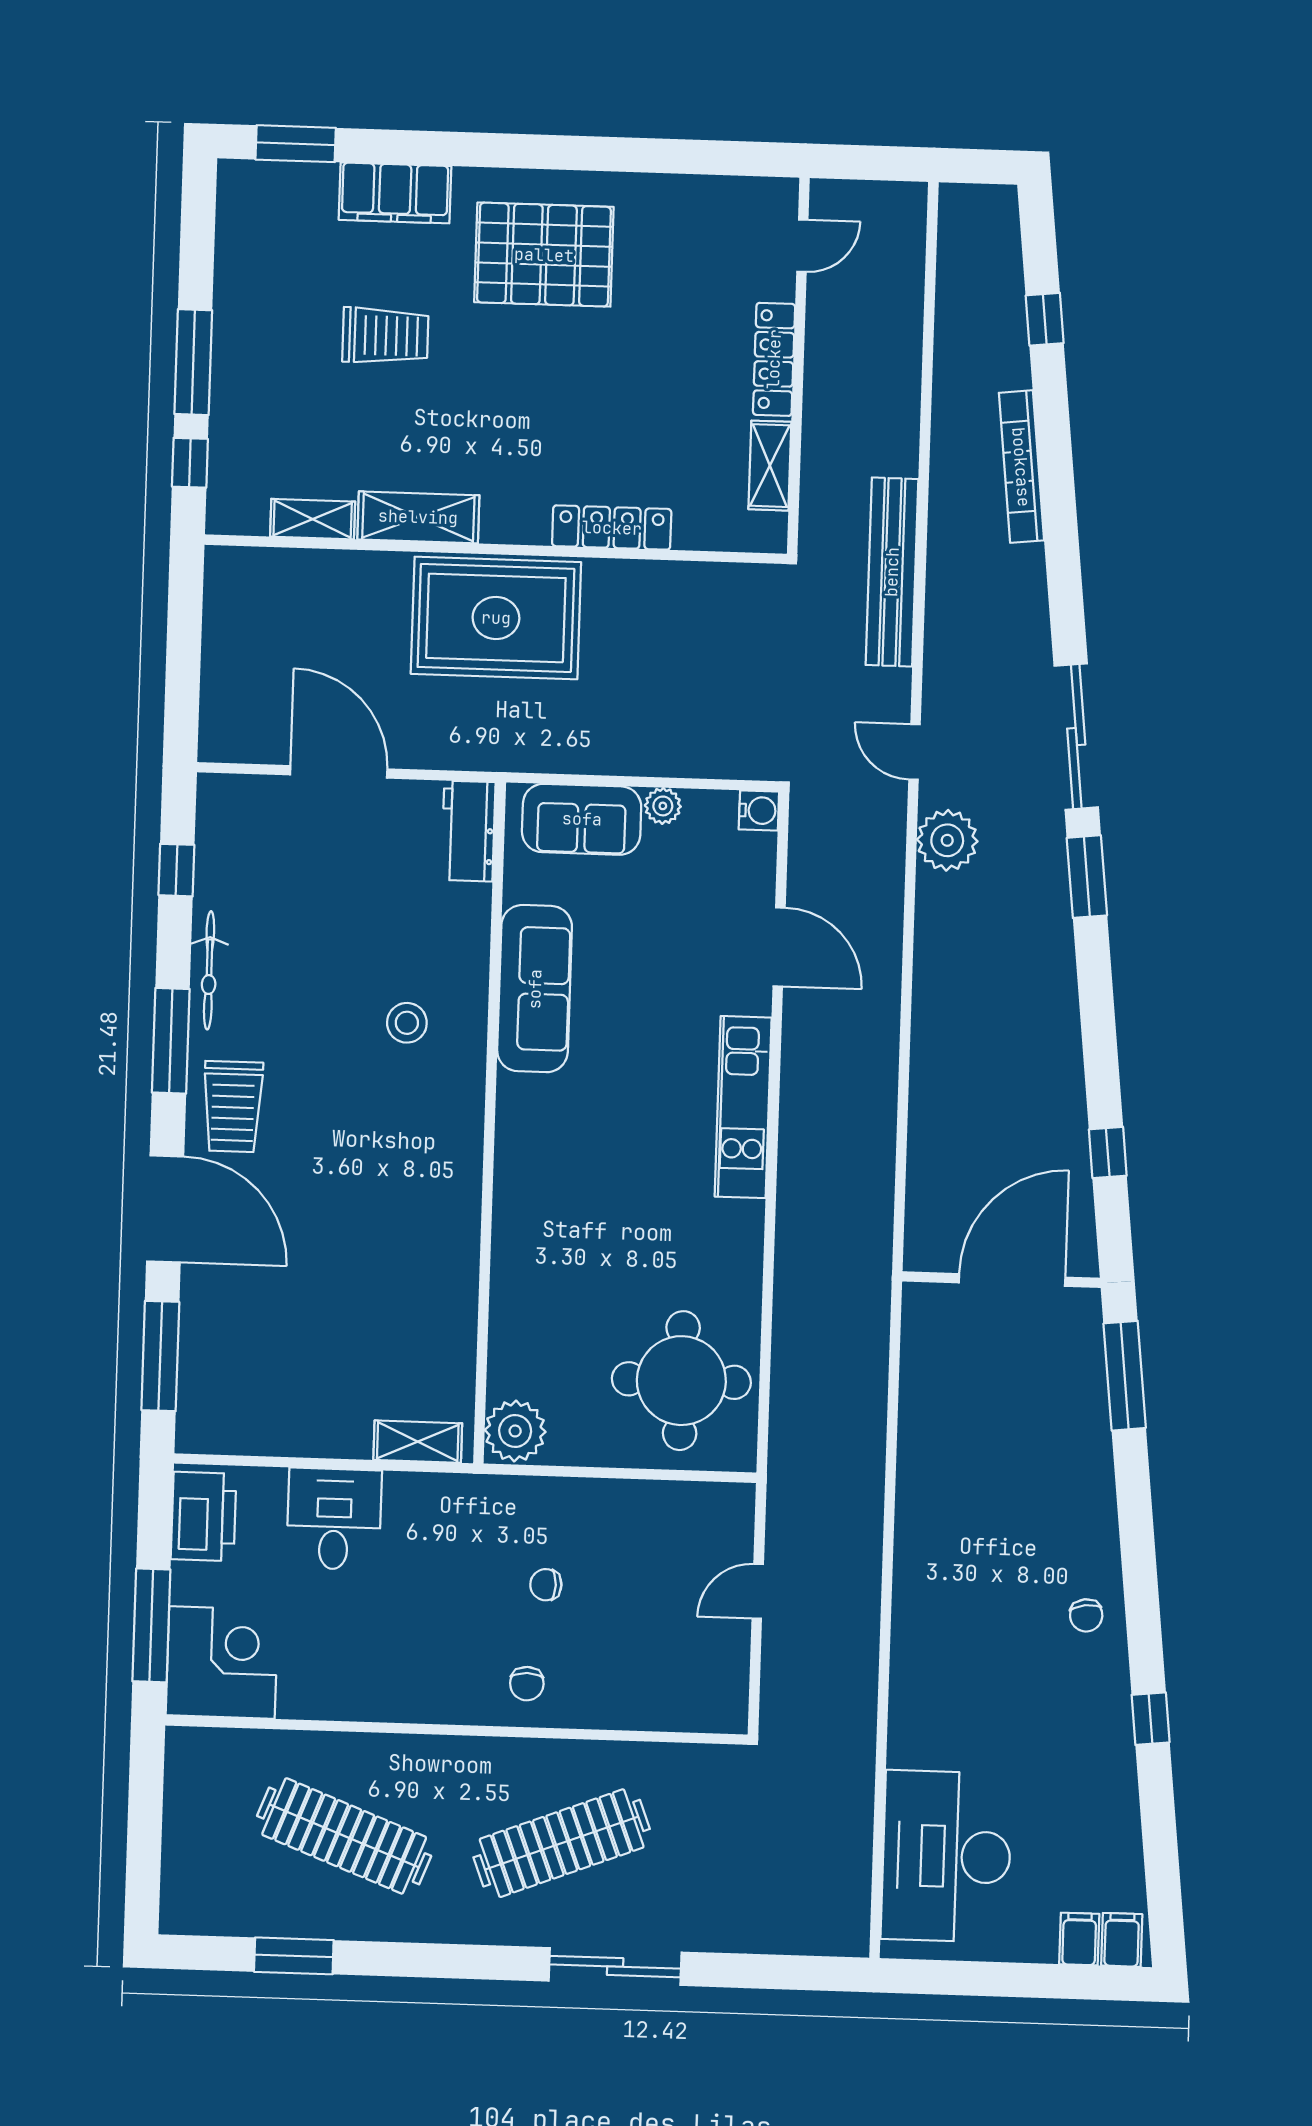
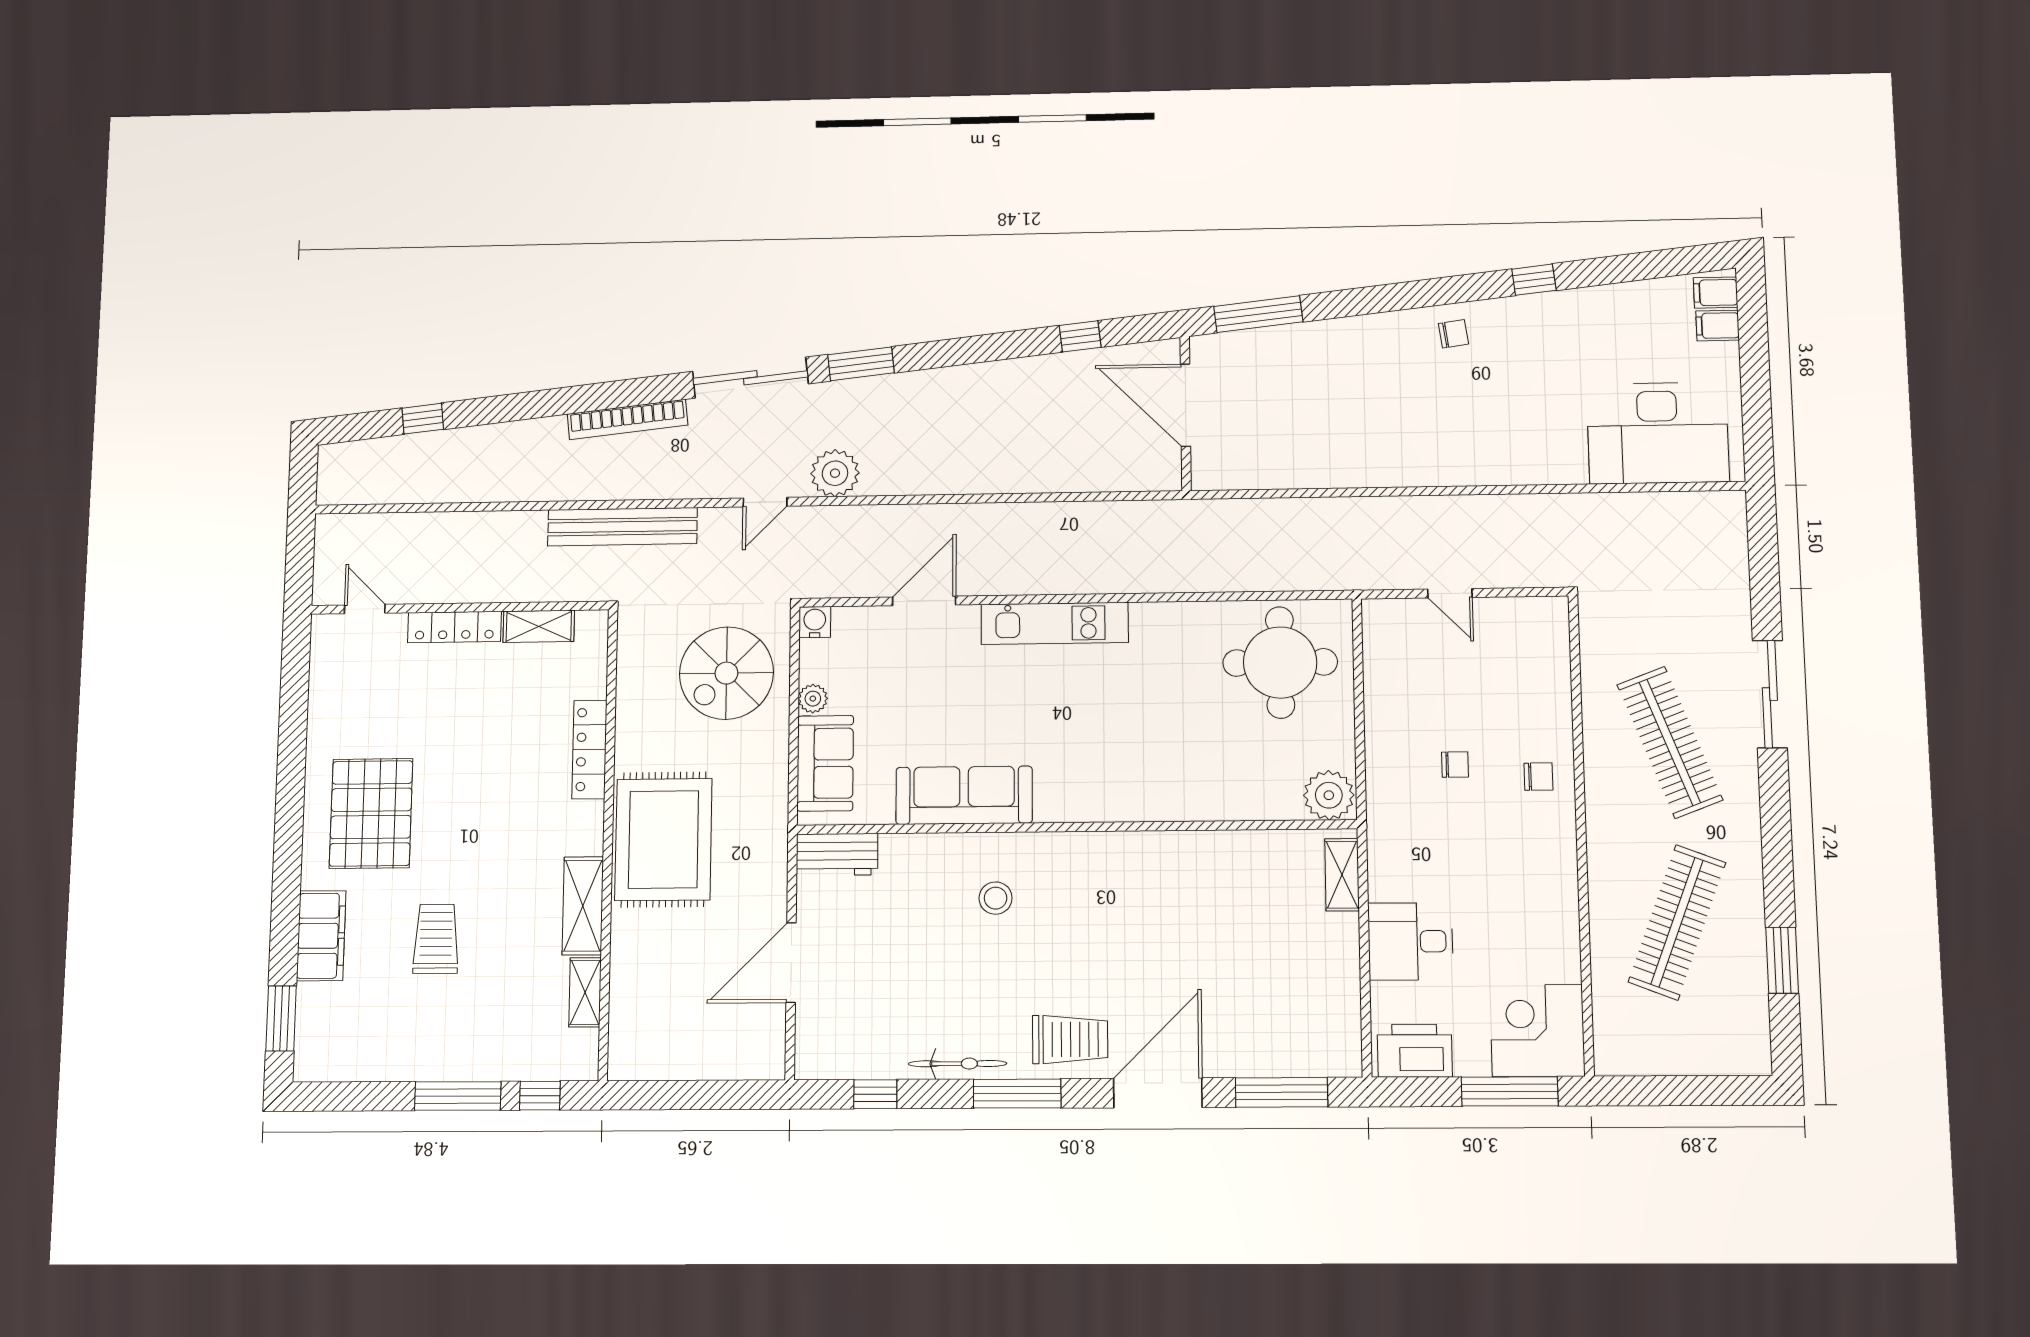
bookcase: (1021, 467) -> (627, 419), moved
spiral stairs: (700, 699) -> (726, 673), added
chair: (546, 1585) -> (1455, 765), turned -90

